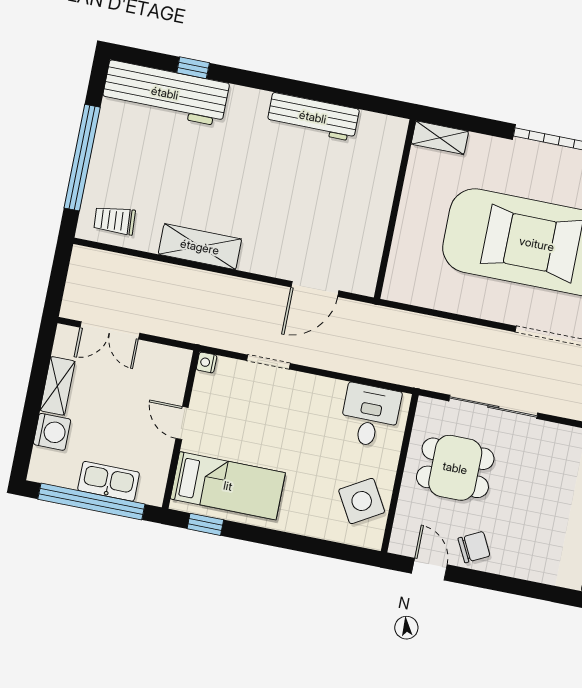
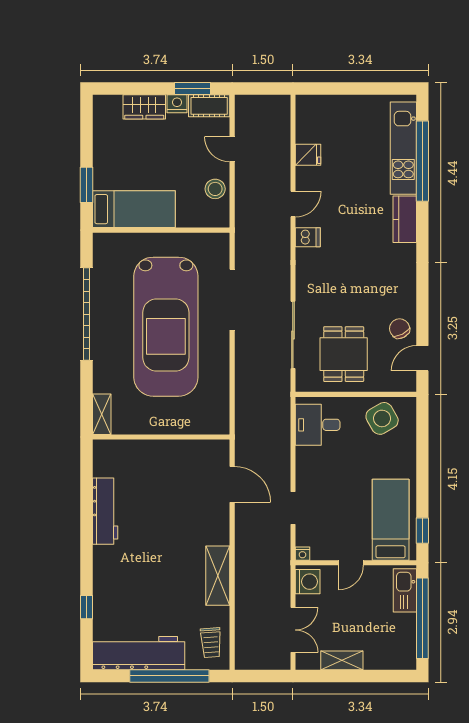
workbench: (165, 93) -> (139, 653), moved, turned -90
washing machine: (52, 432) -> (308, 582), moved, turned 90
kitchen sink: (109, 481) -> (405, 590), moved

